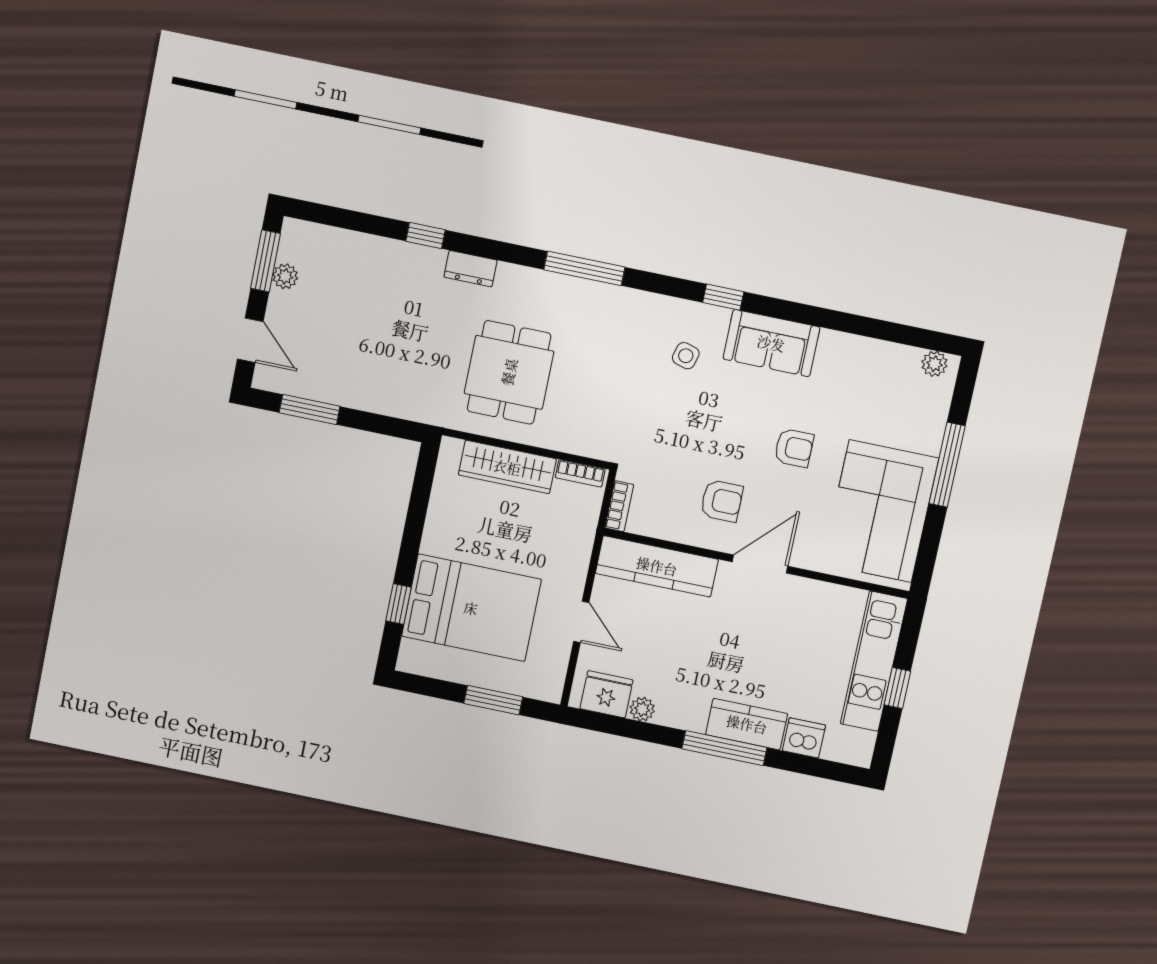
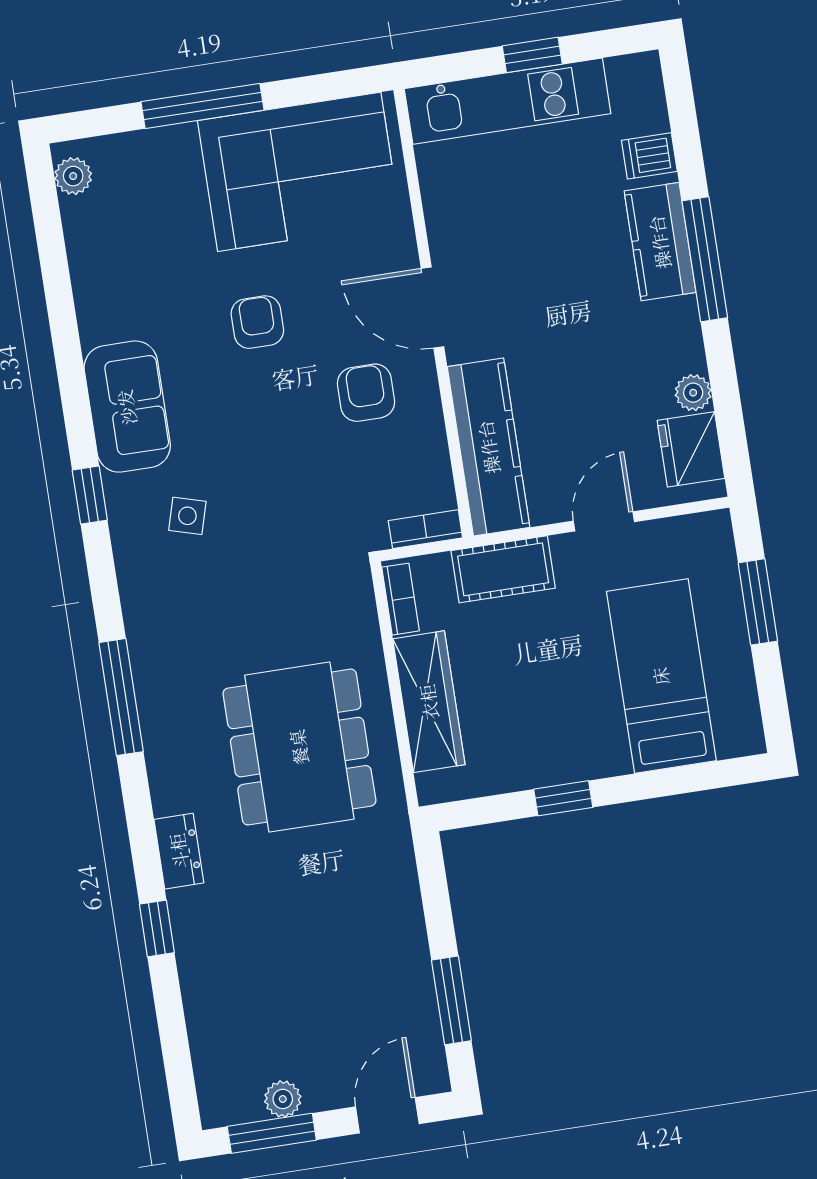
dining table: (509, 372) -> (299, 747), width x1.38
cot: (575, 546) -> (503, 569), added
window: (399, 604) -> (563, 798), moved
bed: (471, 608) -> (661, 676), width x0.67
dishwasher: (804, 738) -> (649, 156), width x0.73

